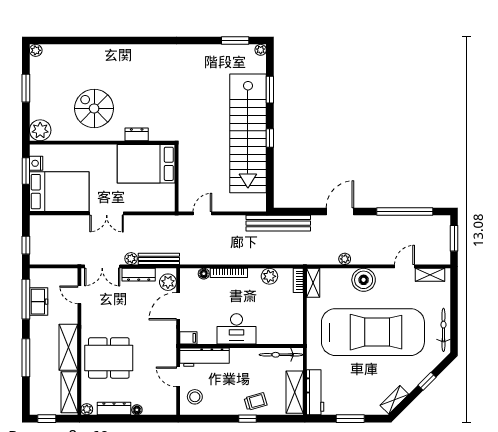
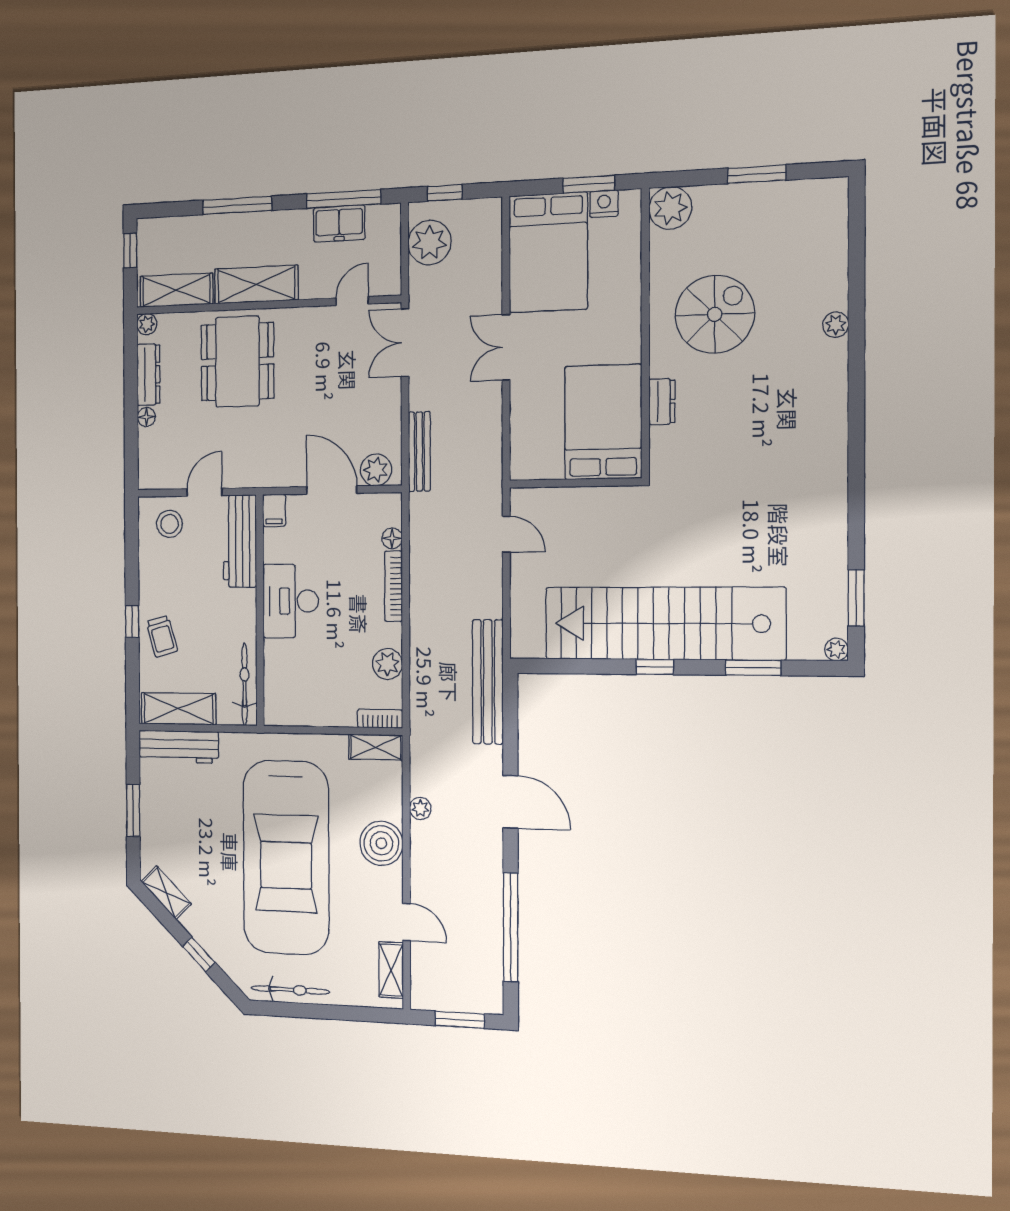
plant: (36, 50) -> (836, 325), moved
plant: (131, 259) -> (430, 242), moved, width x1.87, depth x1.87
dresser: (139, 275) -> (390, 413), removed

